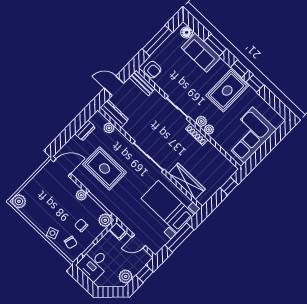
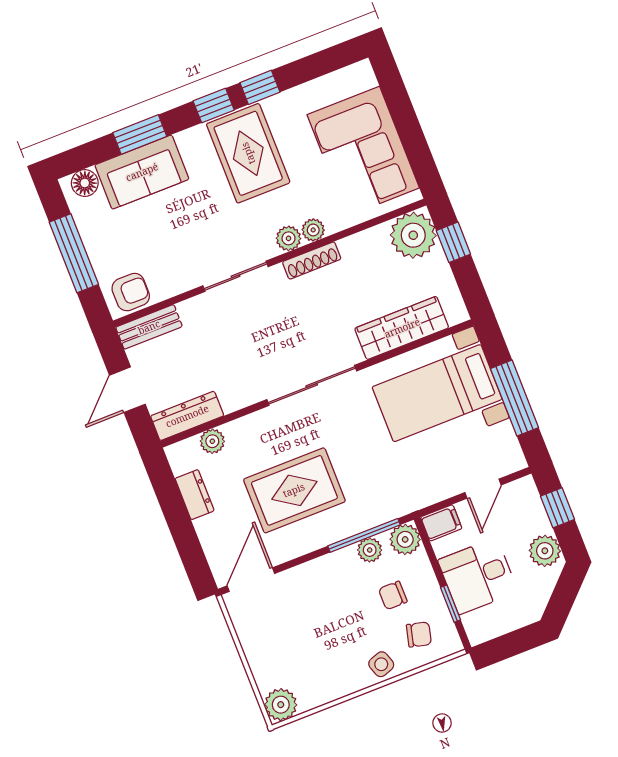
plant: (225, 169) -> (413, 235), added
plant: (81, 195) -> (370, 550), moved
desk: (94, 264) -> (478, 576), moved, turned 90

